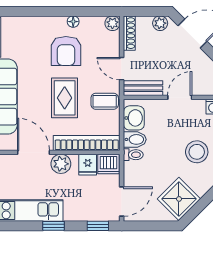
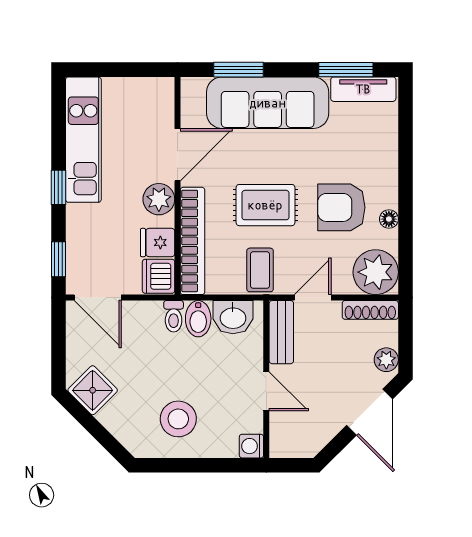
plant: (112, 23) -> (376, 272), width x1.87, depth x1.87
shower: (179, 199) -> (93, 390), width x0.73, depth x0.73

